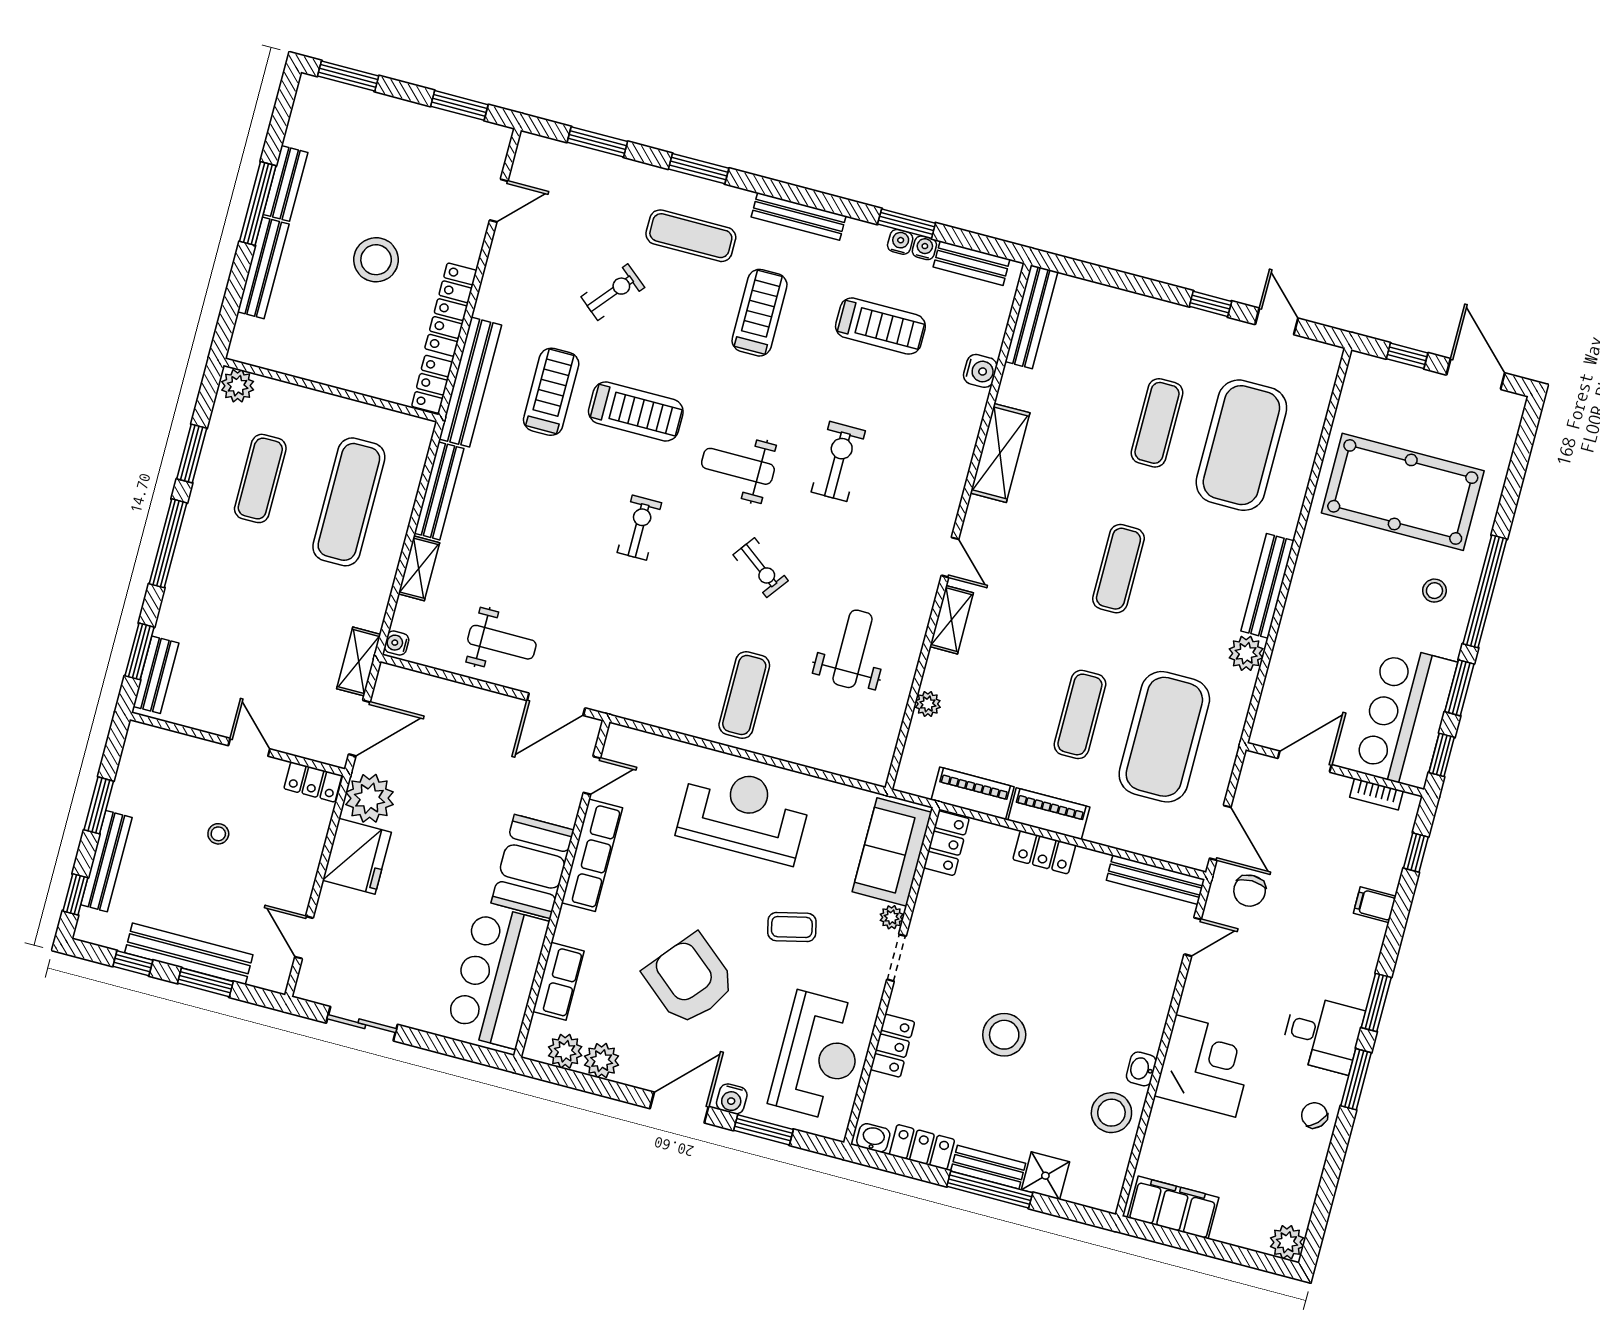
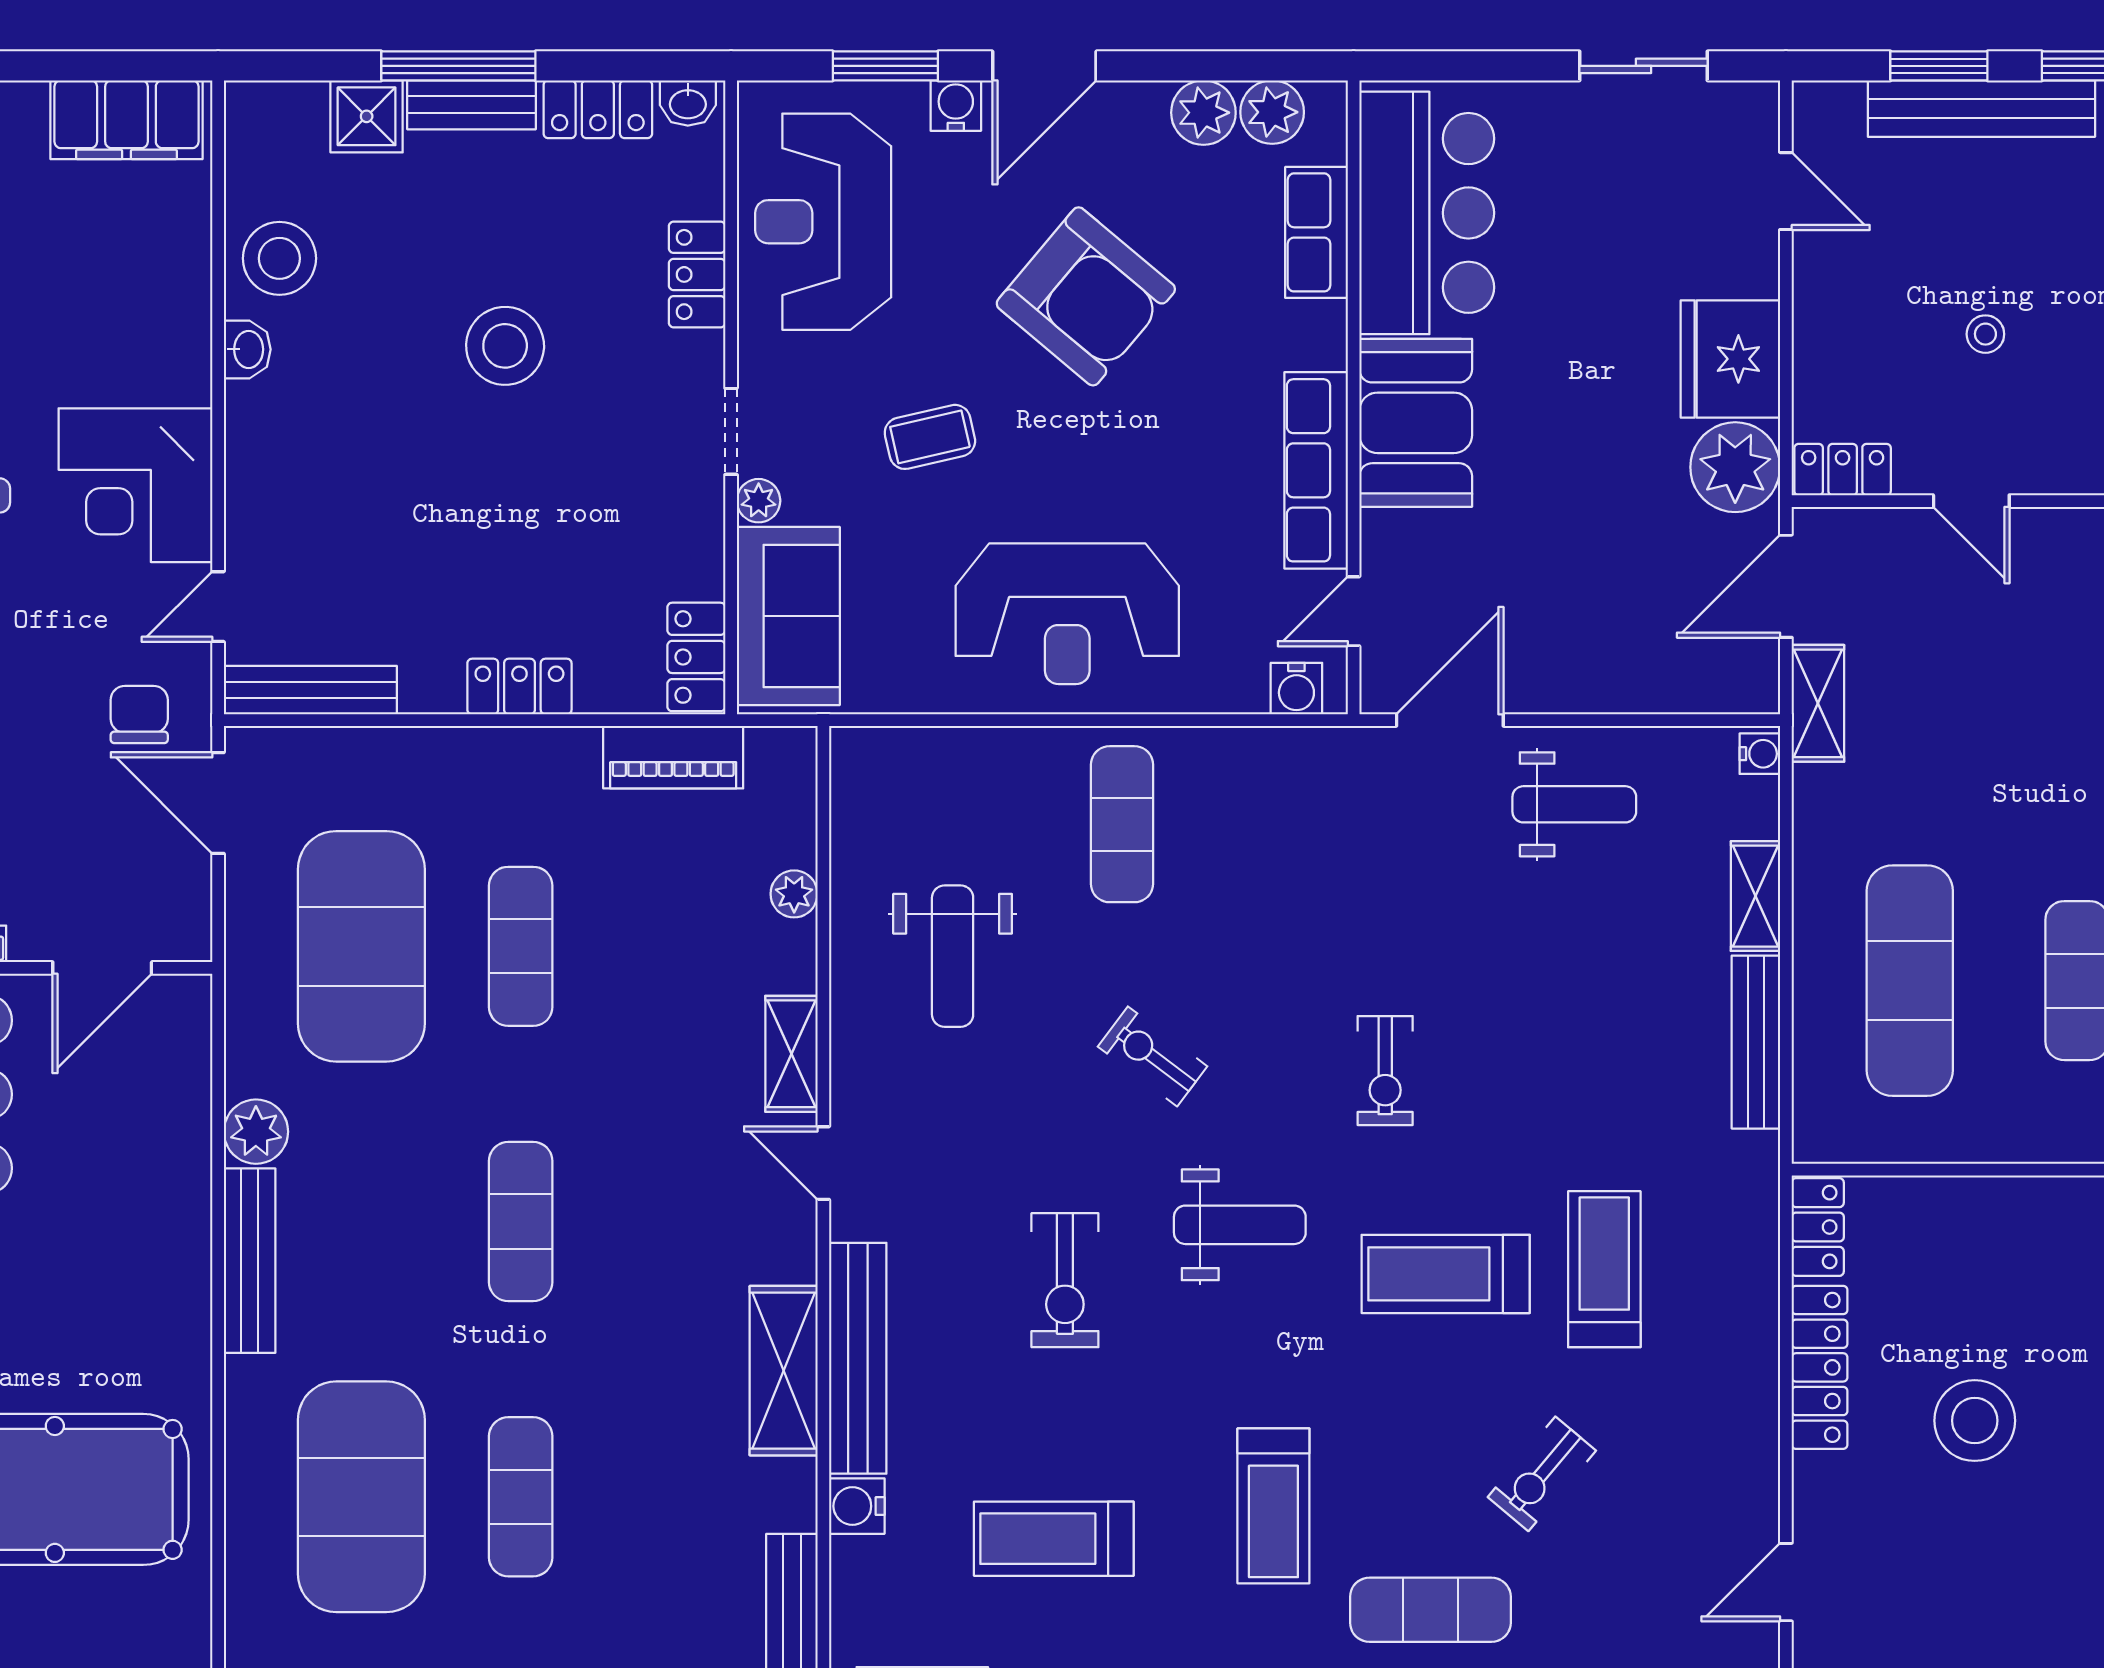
bench: (470, 382) -> (858, 1358), moved
treadmill: (551, 392) -> (1604, 1269), turned 180
weight bench: (502, 642) -> (1574, 804), turned 180
water cooler: (633, 742) -> (1296, 689), added
piano: (1049, 814) -> (529, 757), removed
corner desk: (1205, 1066) -> (135, 485), moved

